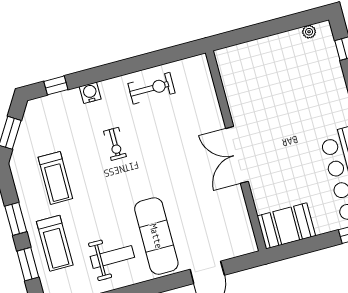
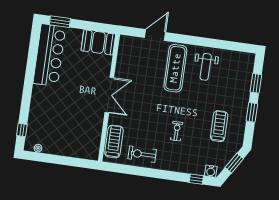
water cooler: (90, 93) -> (211, 171), moved
treadmill: (55, 243) -> (114, 142), moved
weight bench: (112, 257) -> (206, 67), turned -90

